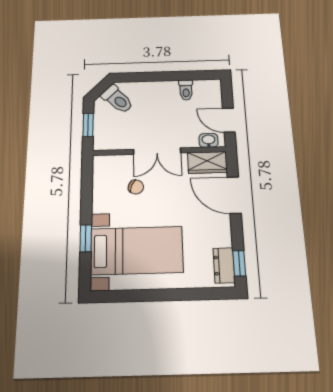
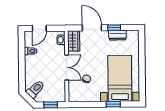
door: (229, 120) -> (39, 28), moved
door: (234, 195) -> (92, 28), swing flipped
window: (239, 263) -> (114, 28), moved
dresser: (224, 265) -> (117, 35), moved

